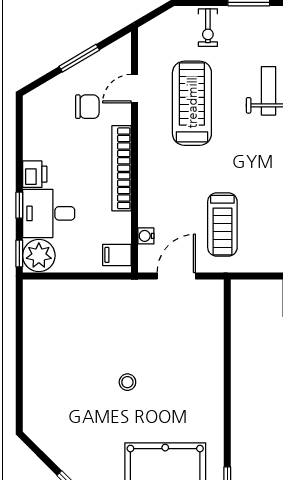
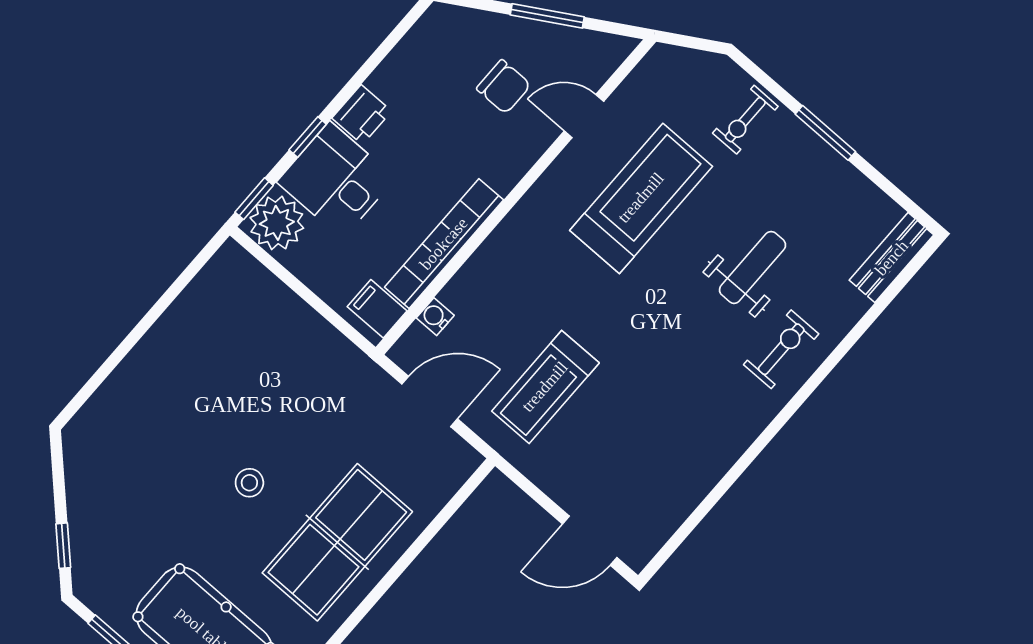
bookcase: (121, 168) -> (444, 244), moved
table tennis table: (190, 375) -> (337, 542), added

